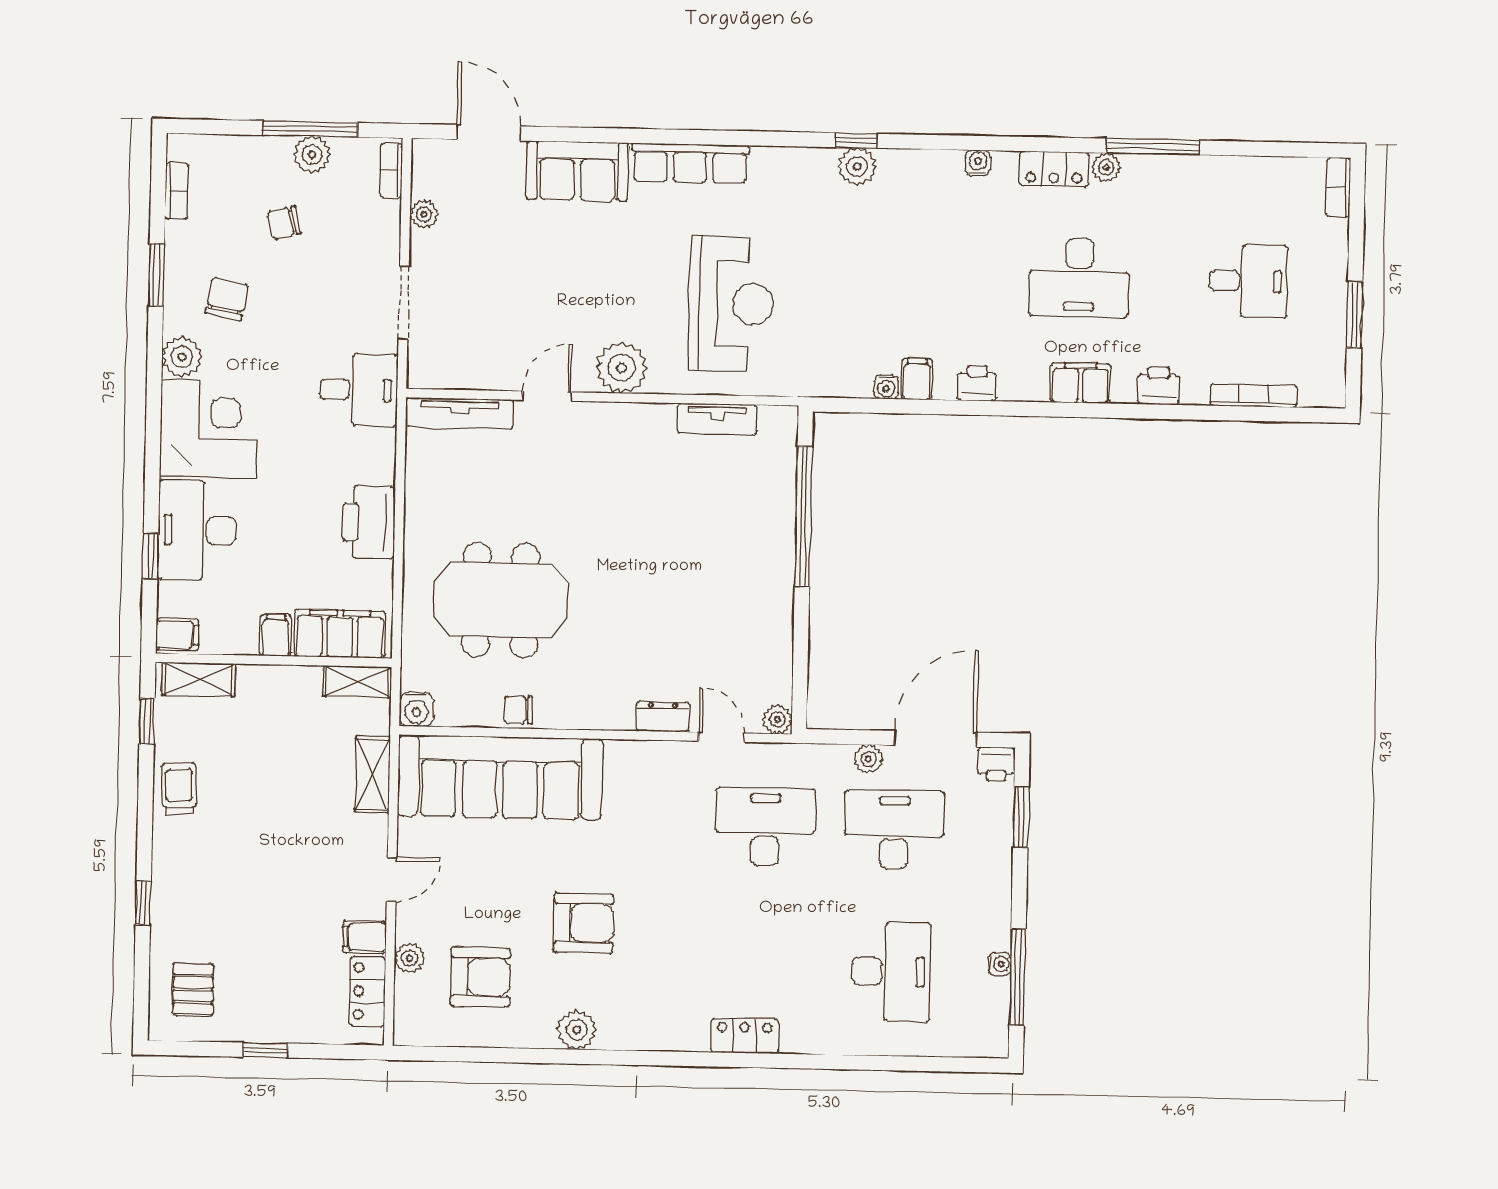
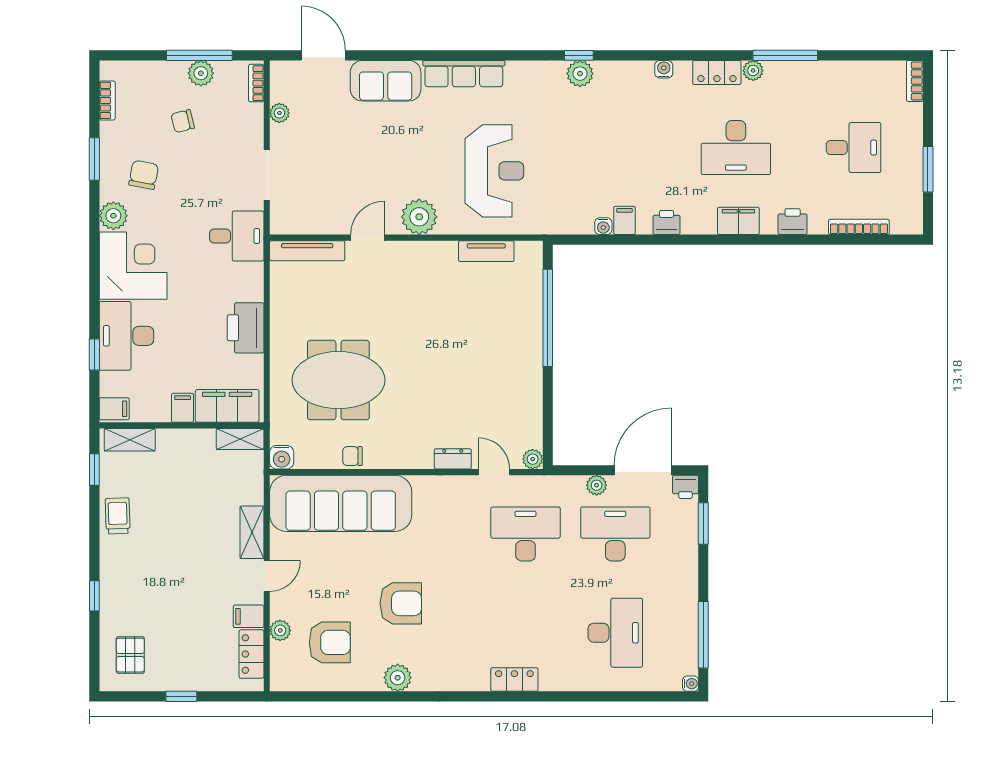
shelving: (372, 774) -> (252, 532), moved
water cooler: (999, 964) -> (690, 684), moved

